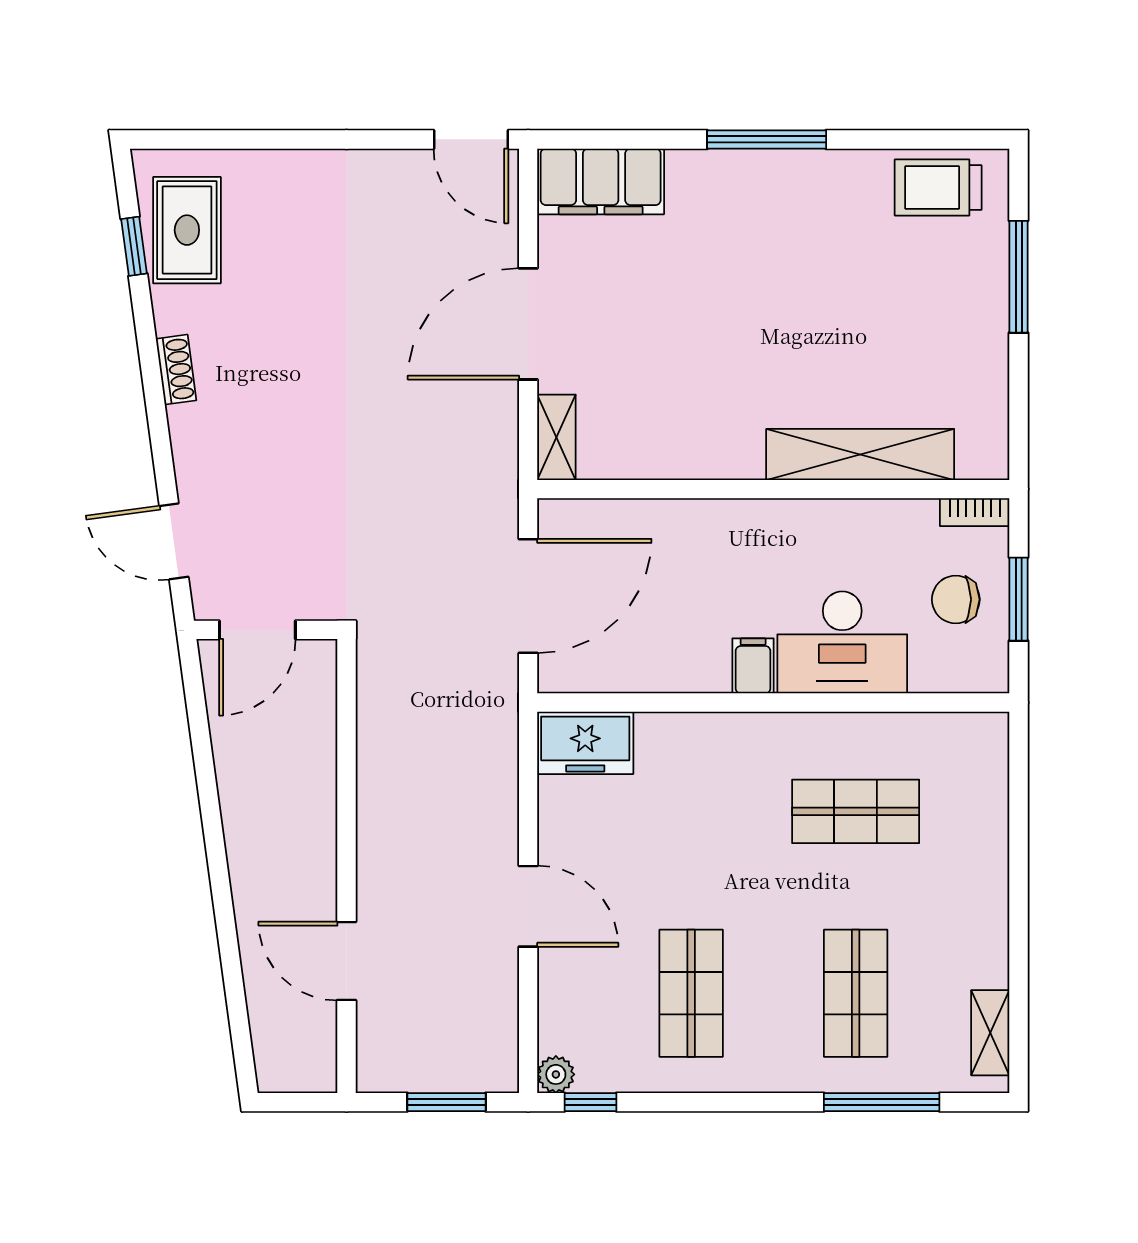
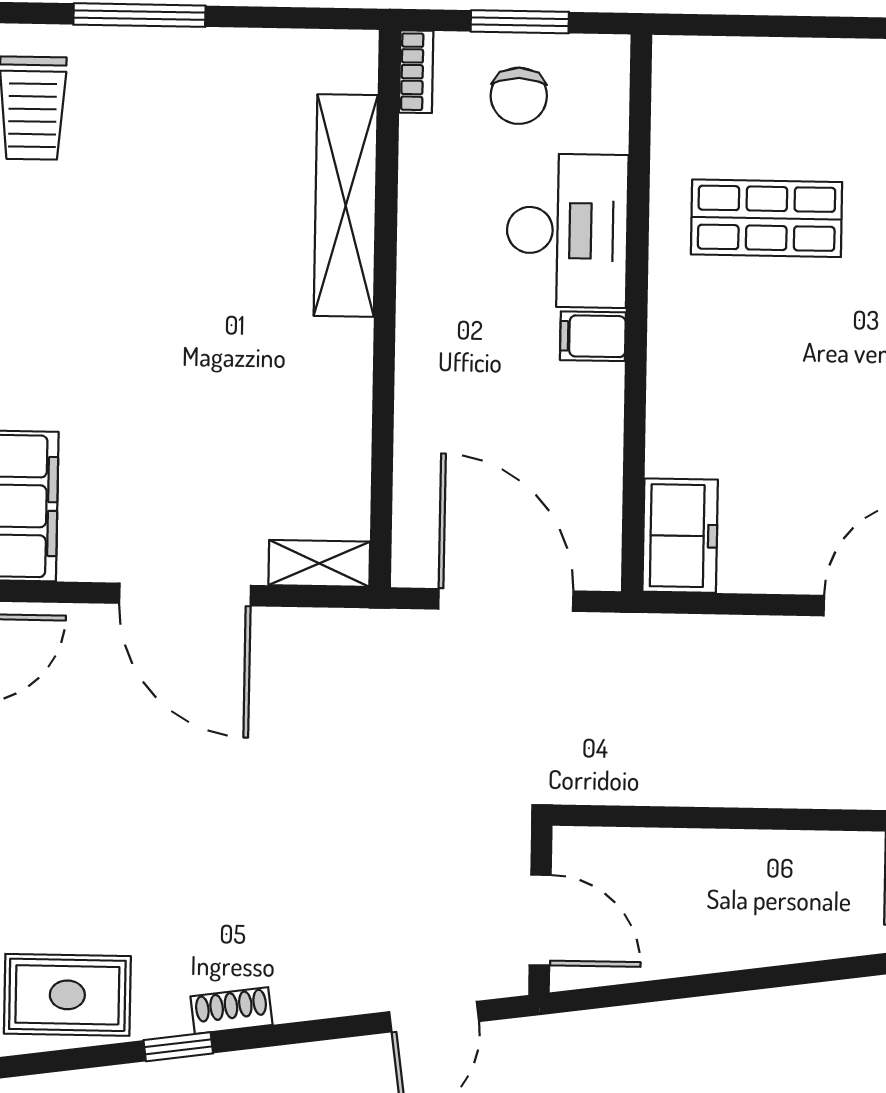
window: (134, 246) -> (178, 1047), moved
shop shelf: (856, 811) -> (767, 218), turned 90

